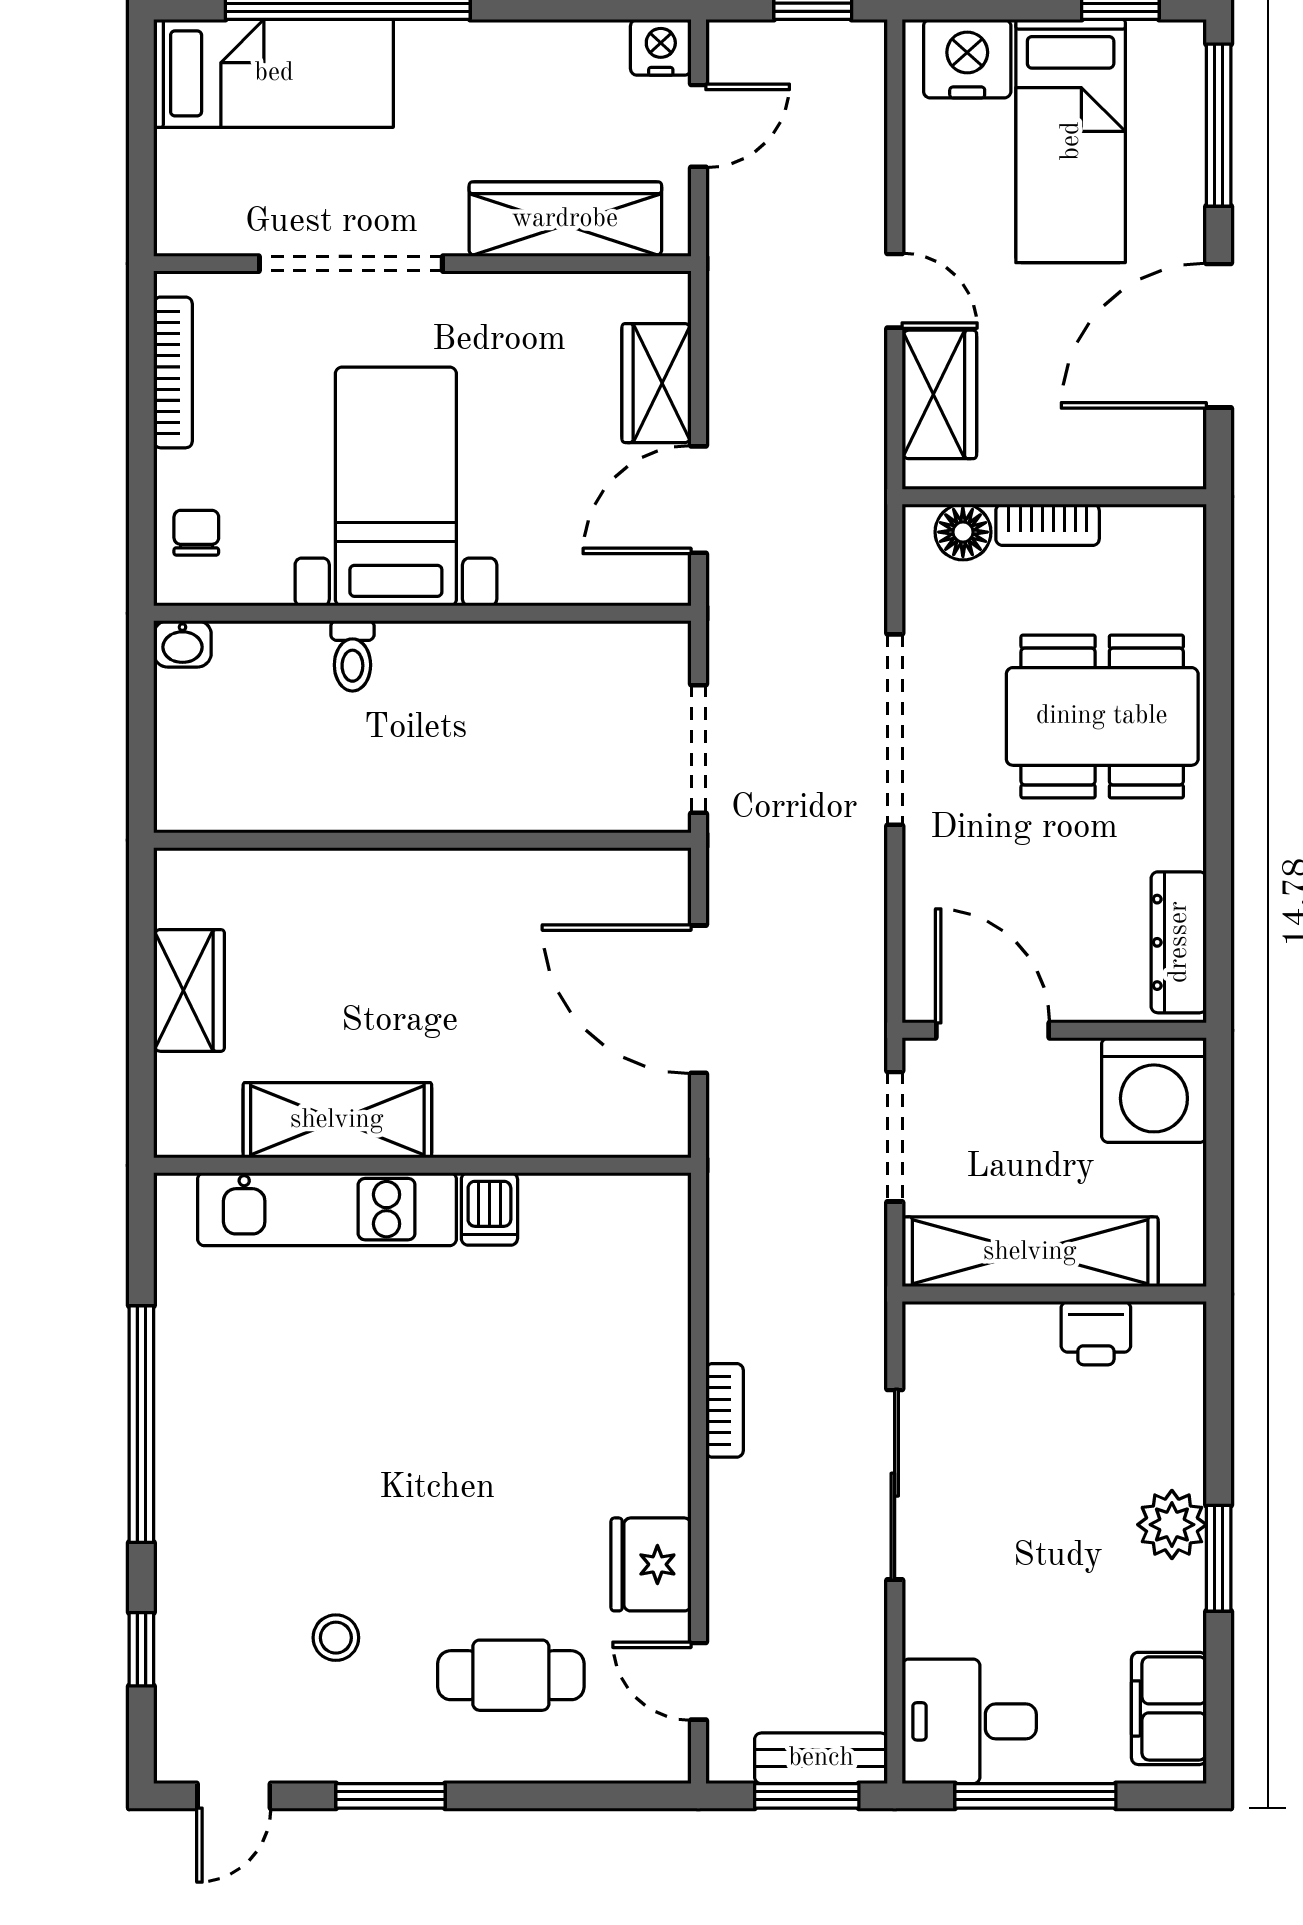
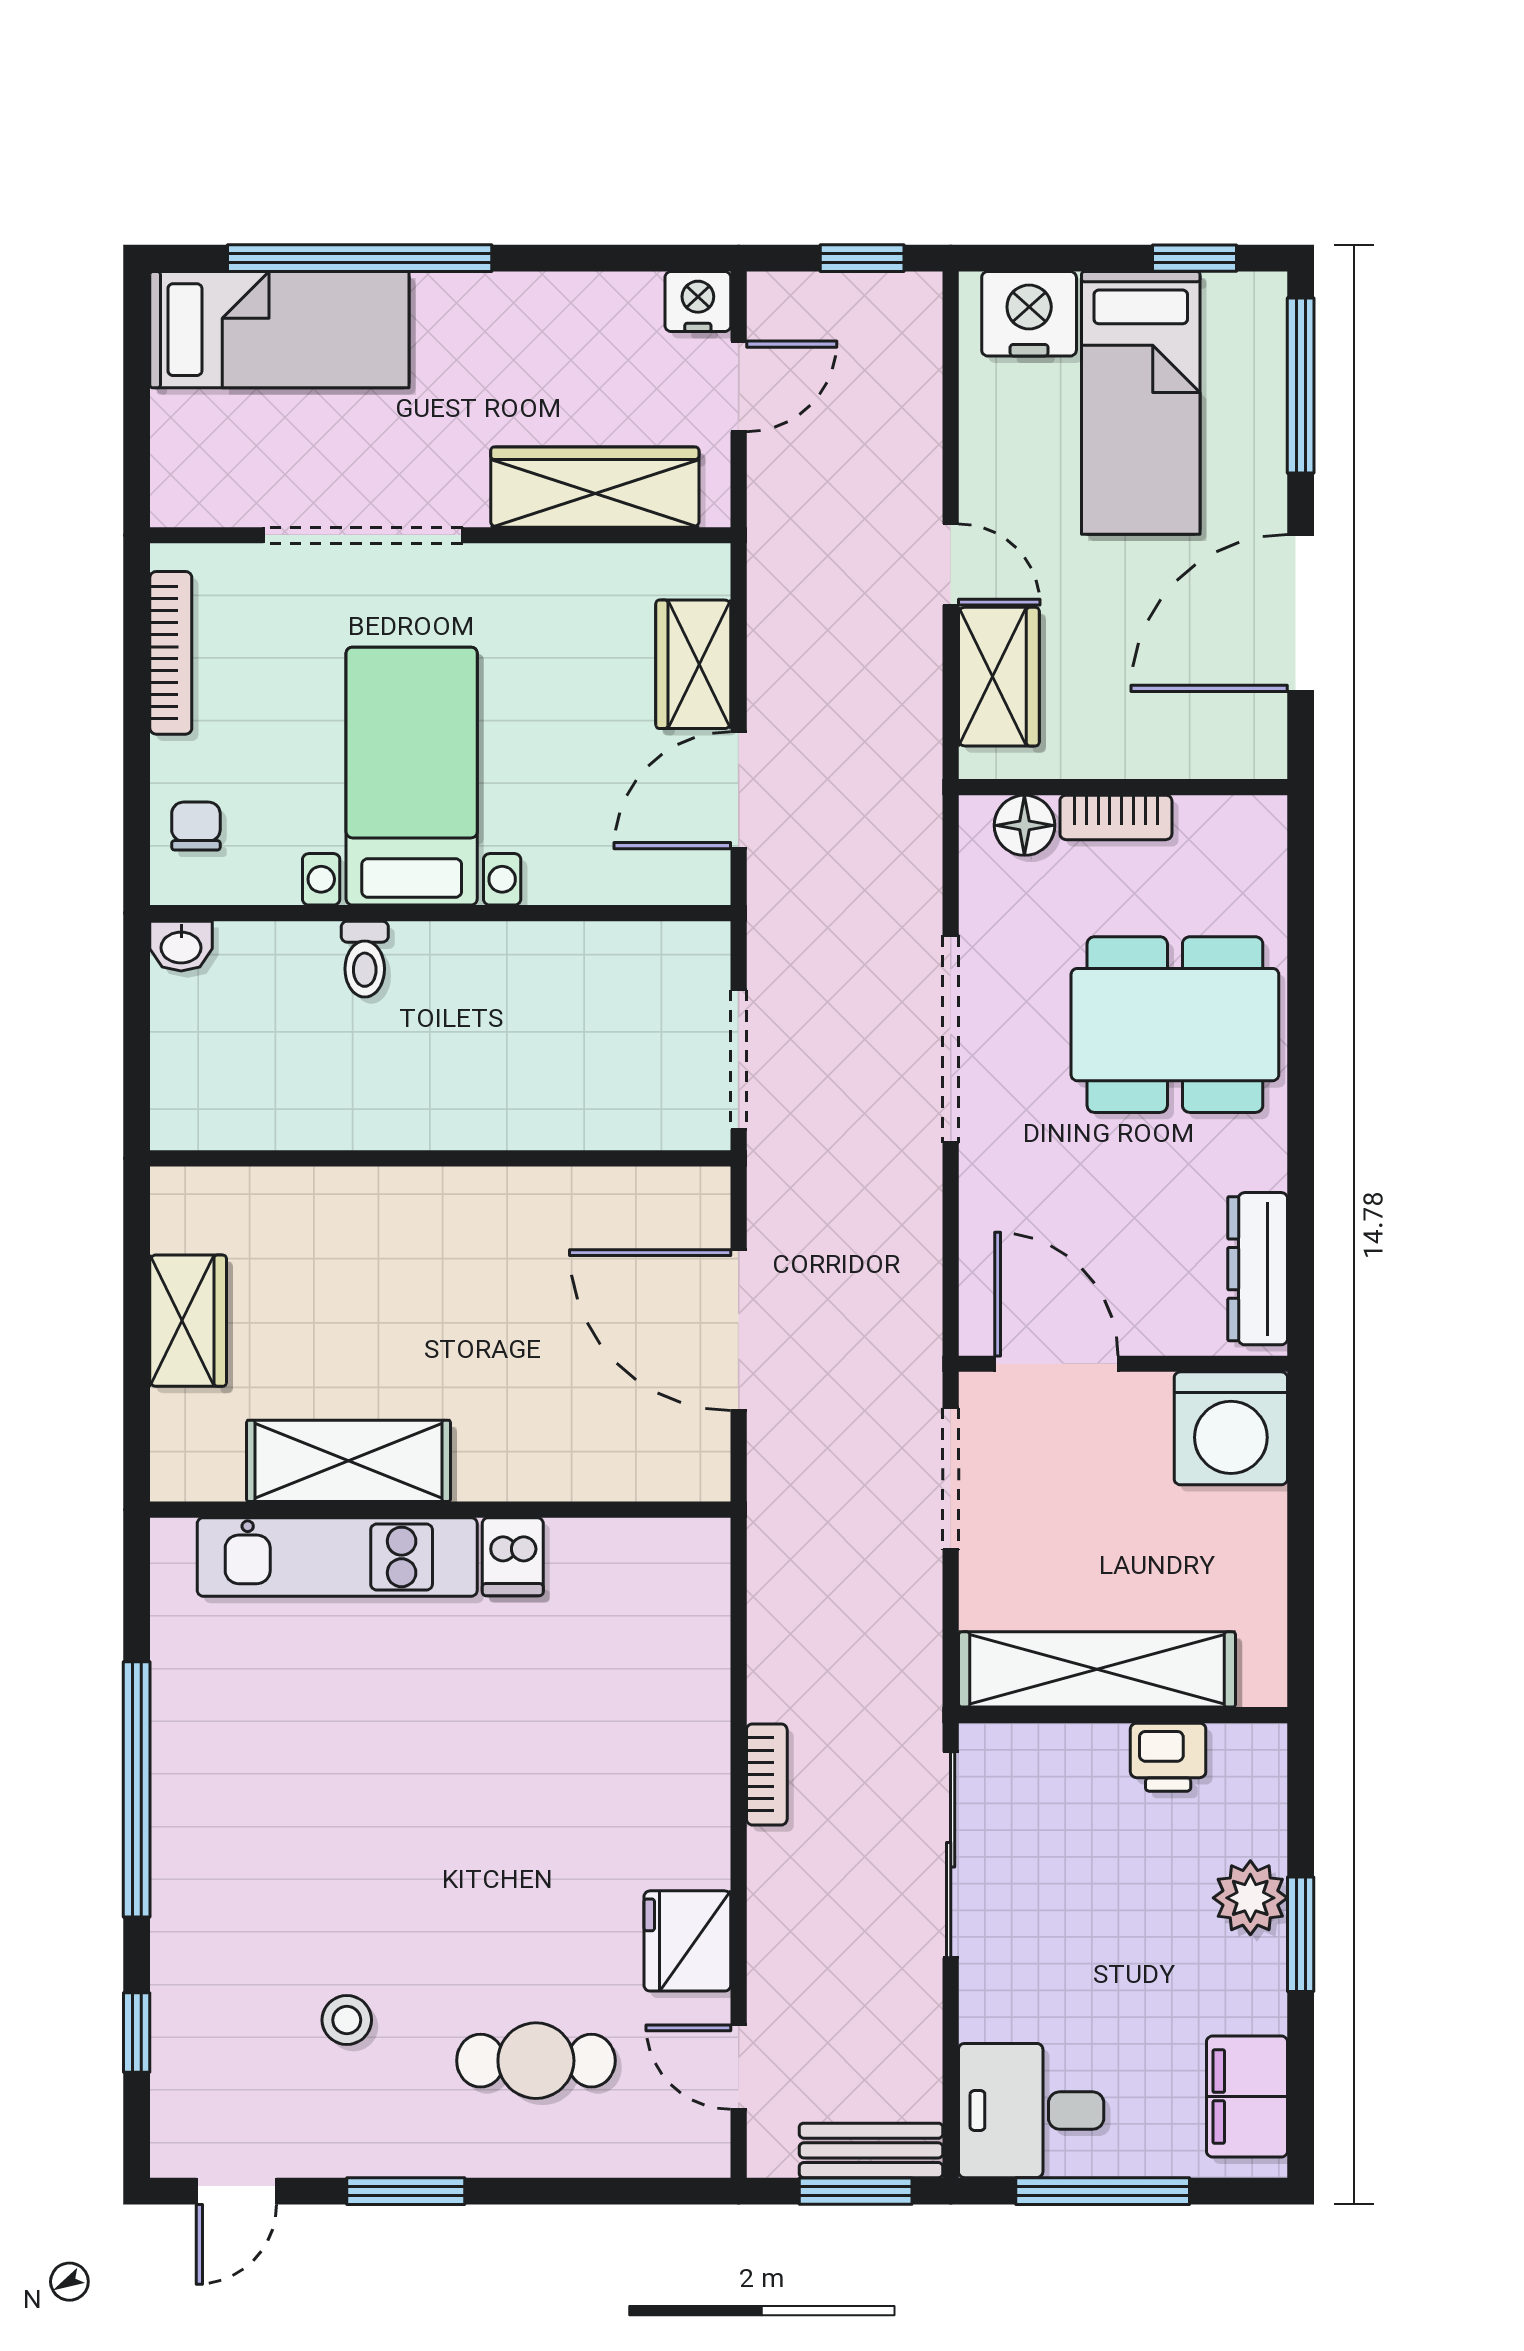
shelving: (1030, 1252) -> (1097, 1669), moved
wall: (1054, 1294) -> (1123, 1715), moved
printer: (1096, 1333) -> (1168, 1757), moved

